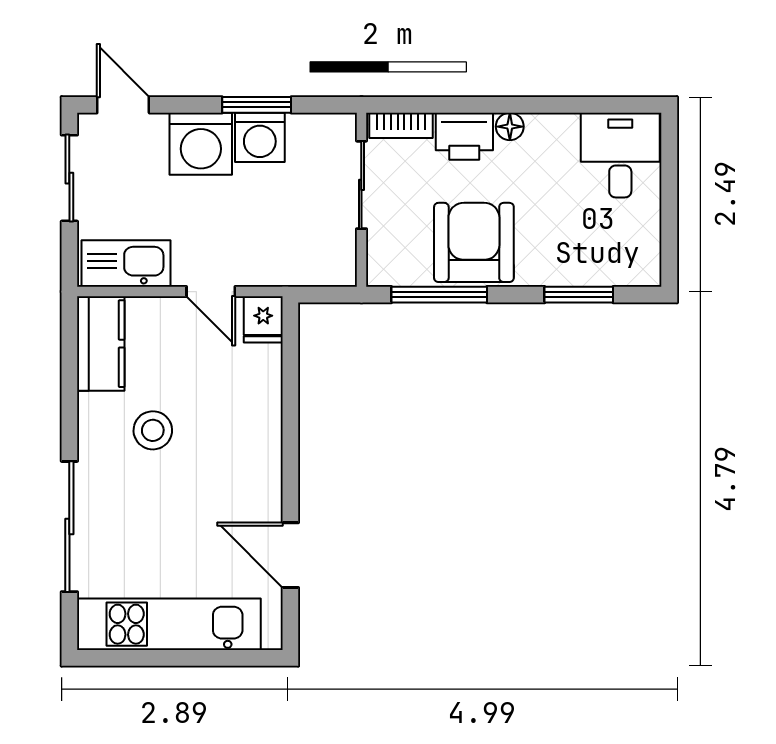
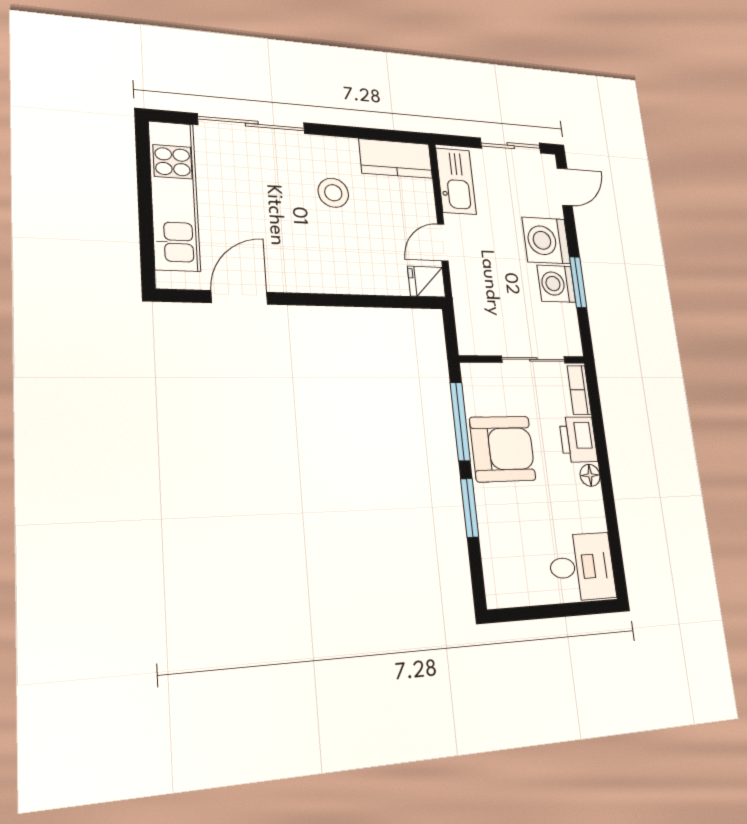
window: (579, 295) -> (470, 508), moved

